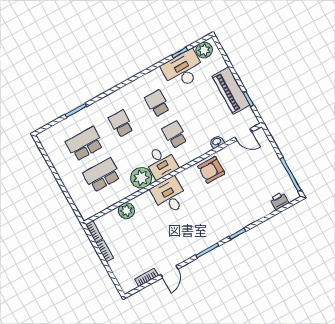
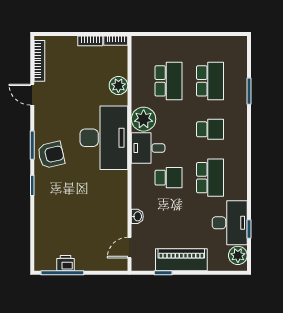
school desk: (157, 103) -> (210, 178), width x1.85
armchair: (211, 170) -> (51, 155), moved, turned 77
desk: (169, 196) -> (104, 138), width x1.87, depth x1.30
printer: (279, 201) -> (66, 263), moved, turned -90
bookcase: (147, 277) -> (39, 61), width x1.56

